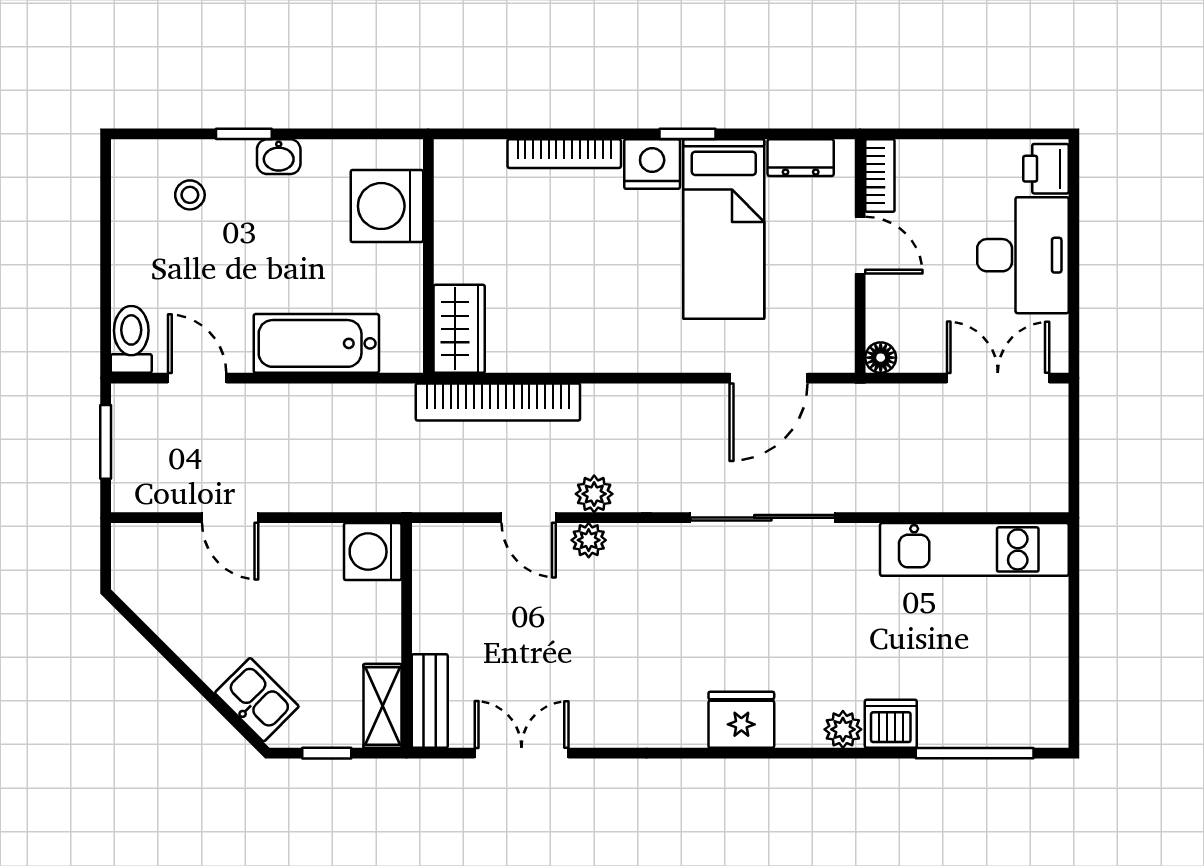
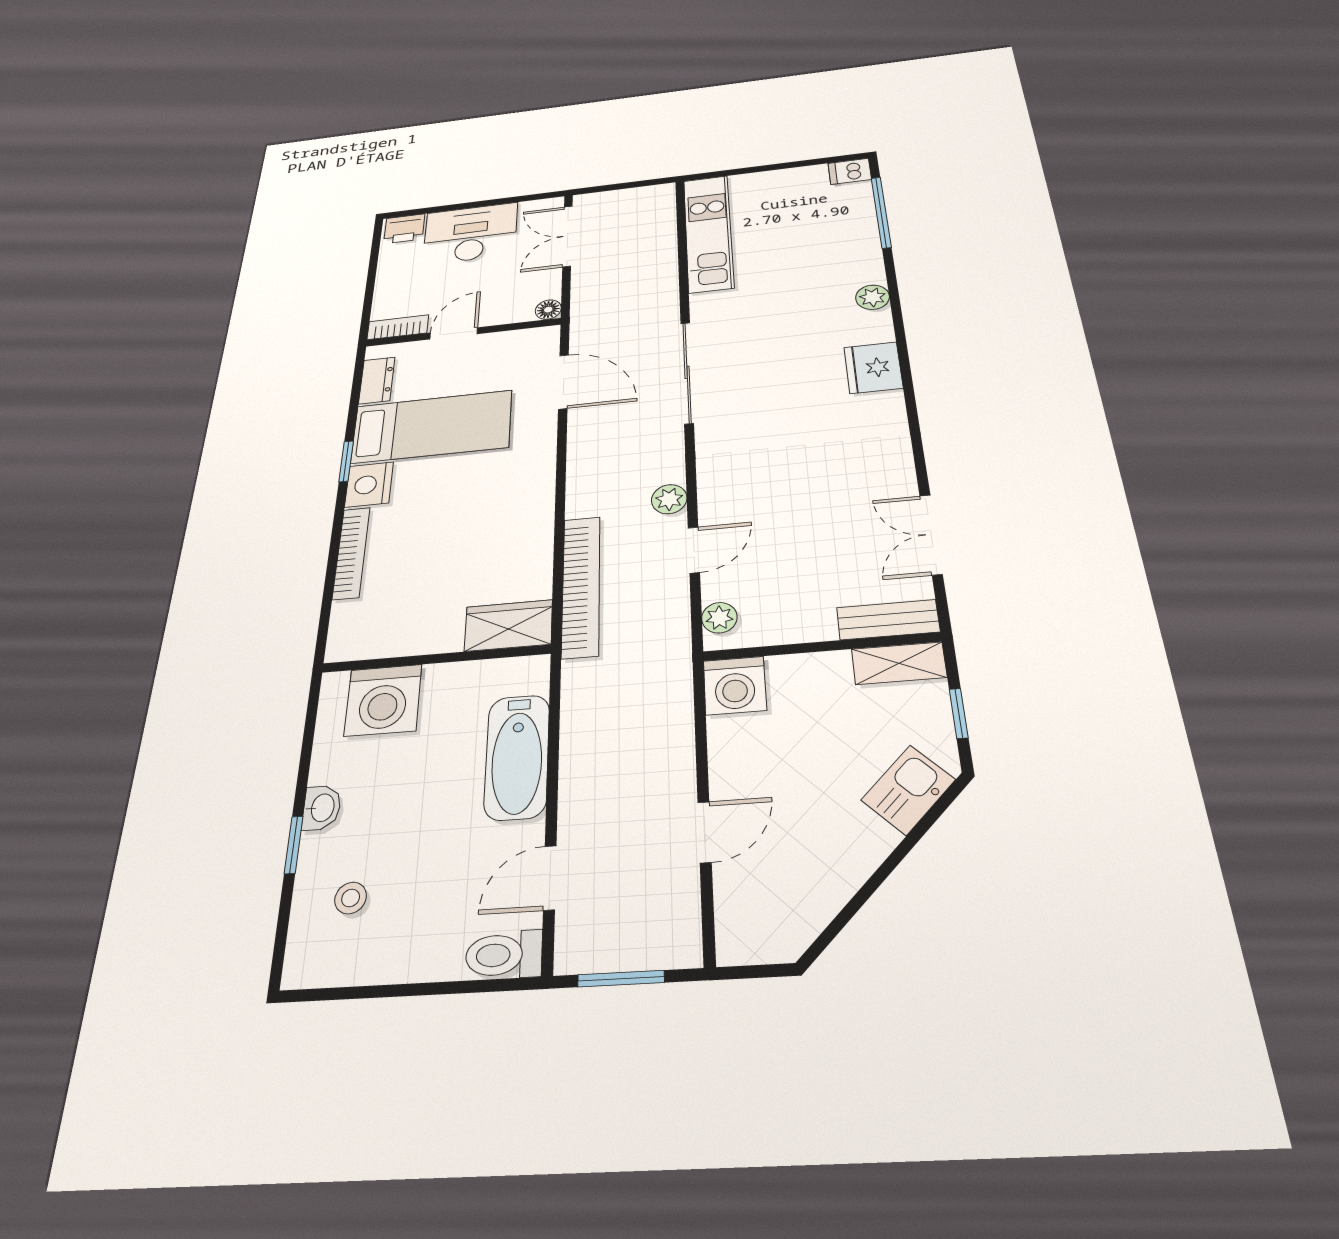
plant: (589, 540) -> (719, 618), moved
dishwasher: (891, 724) -> (850, 171), moved, width x0.73

